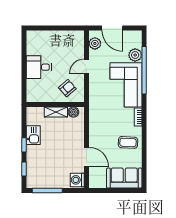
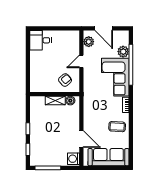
desk: (39, 67) -> (41, 40), moved
kitchen sink: (33, 135) -> (36, 120), removed
sofa: (124, 178) -> (108, 157), width x1.36

